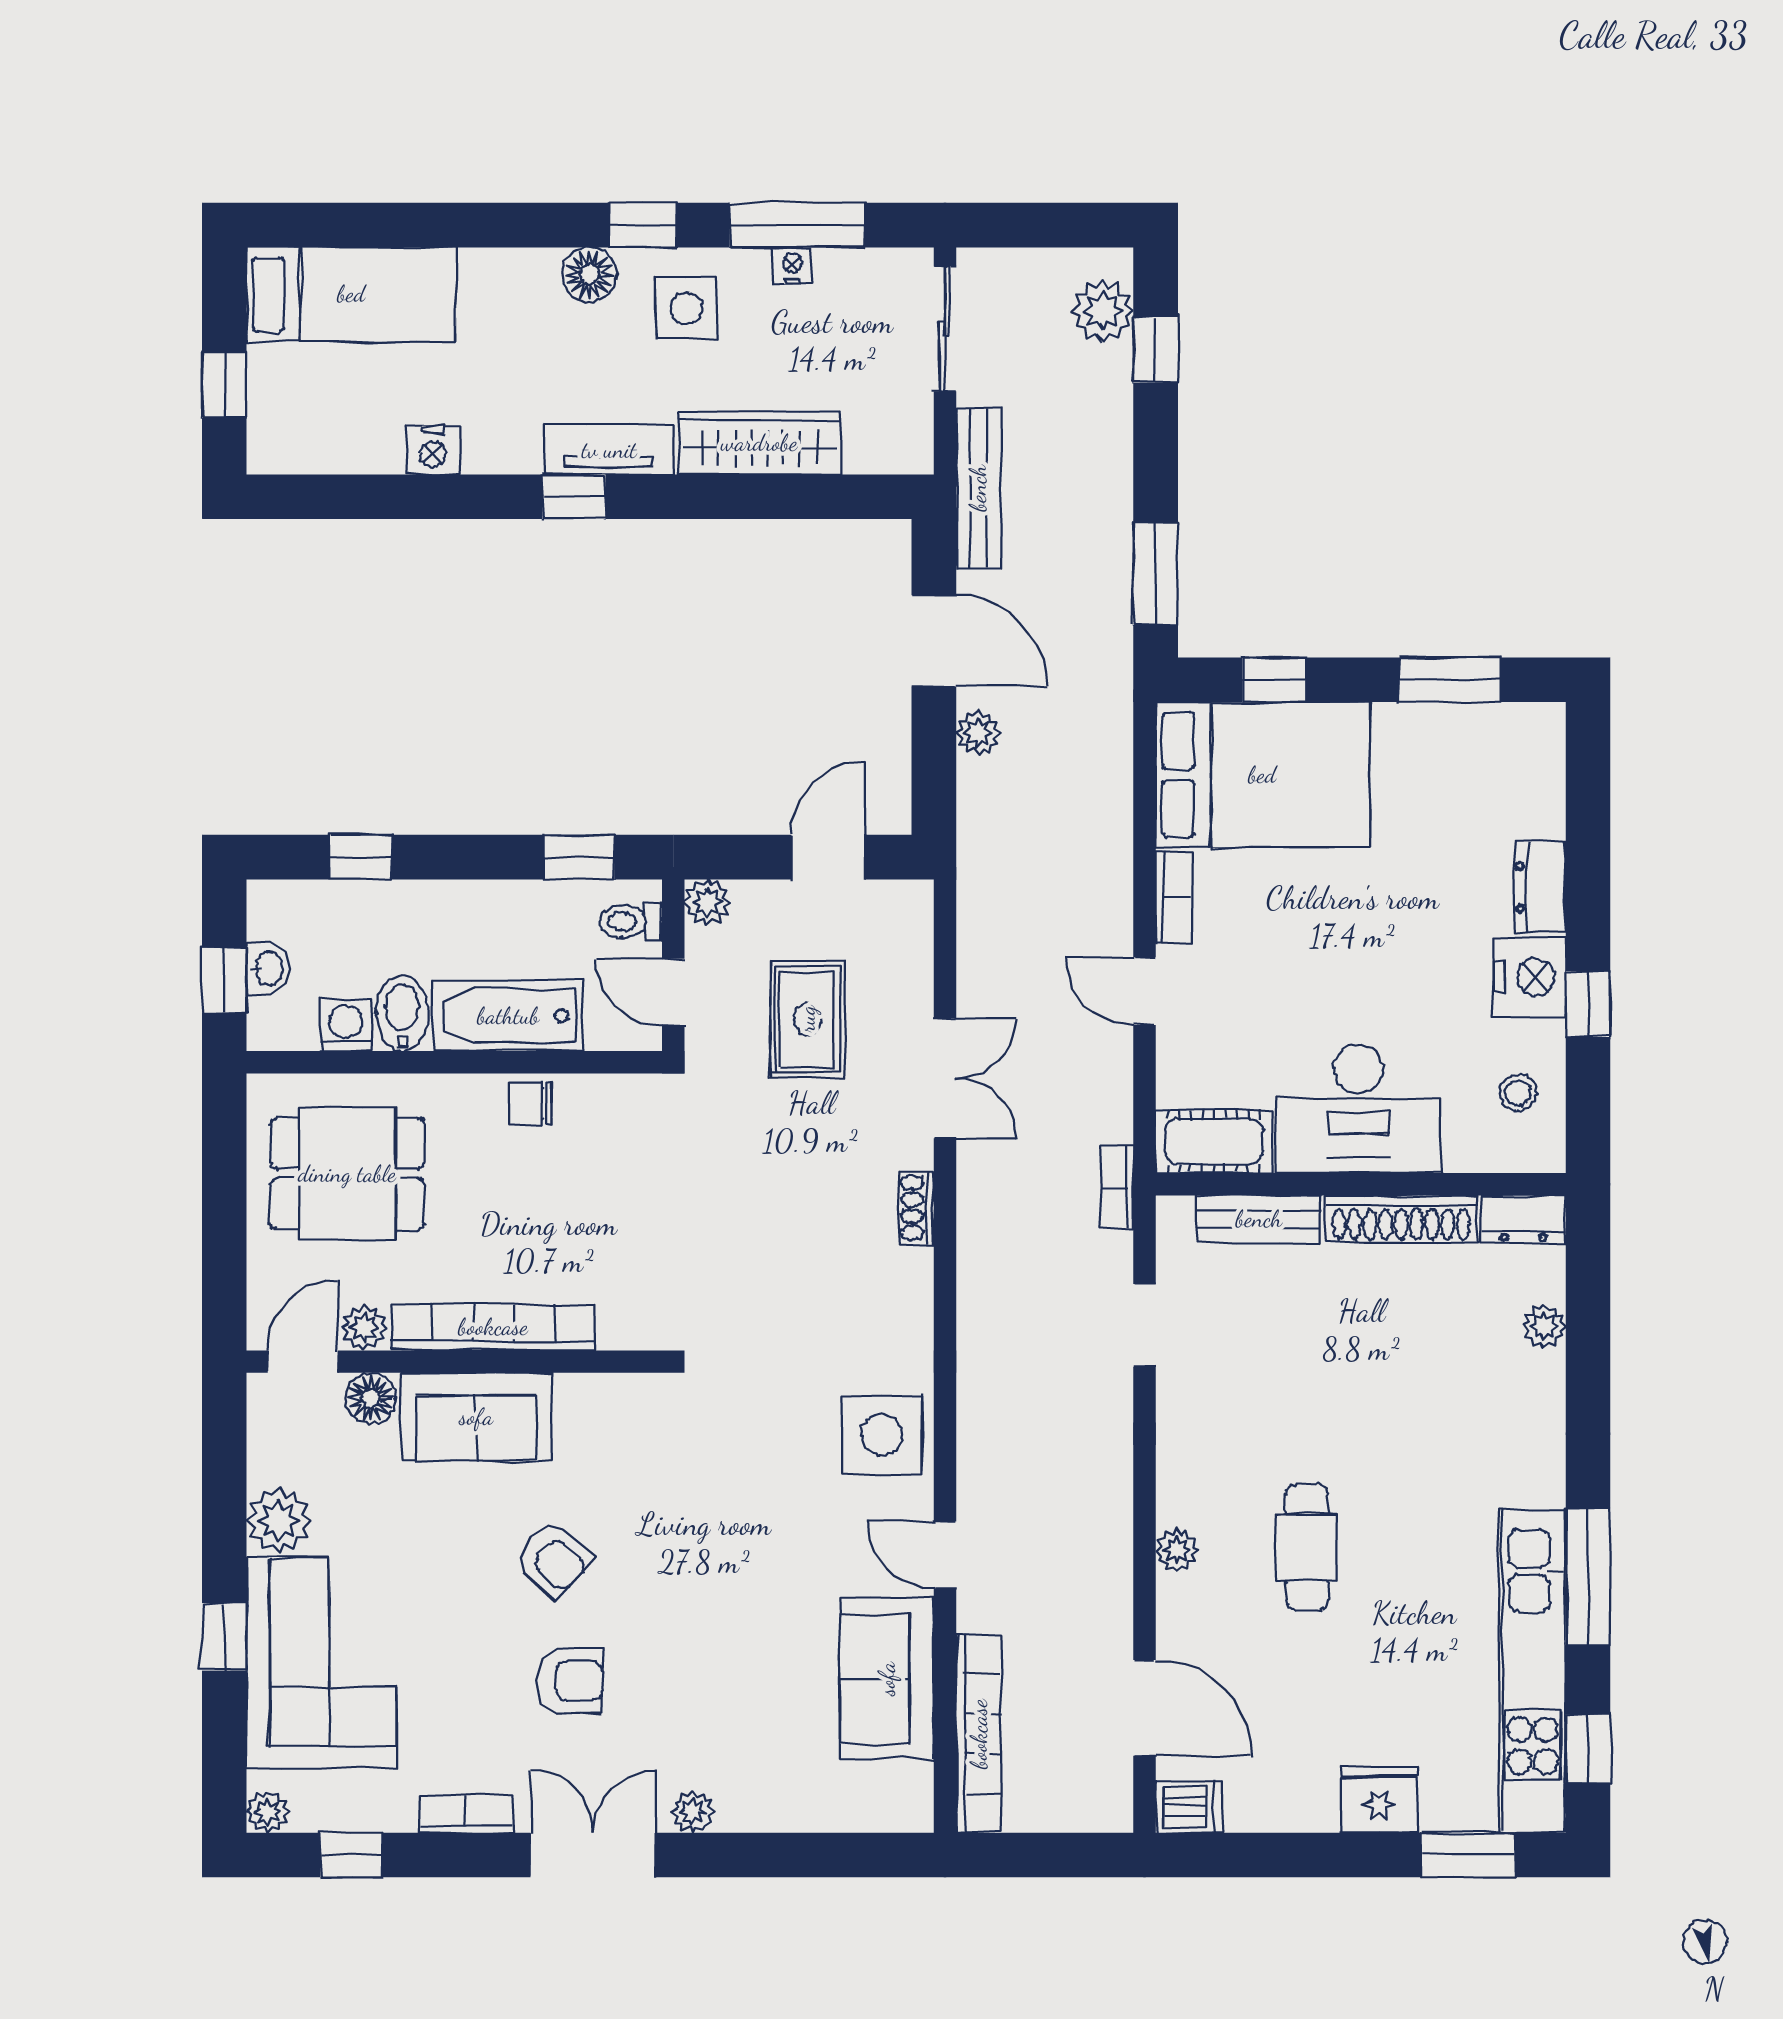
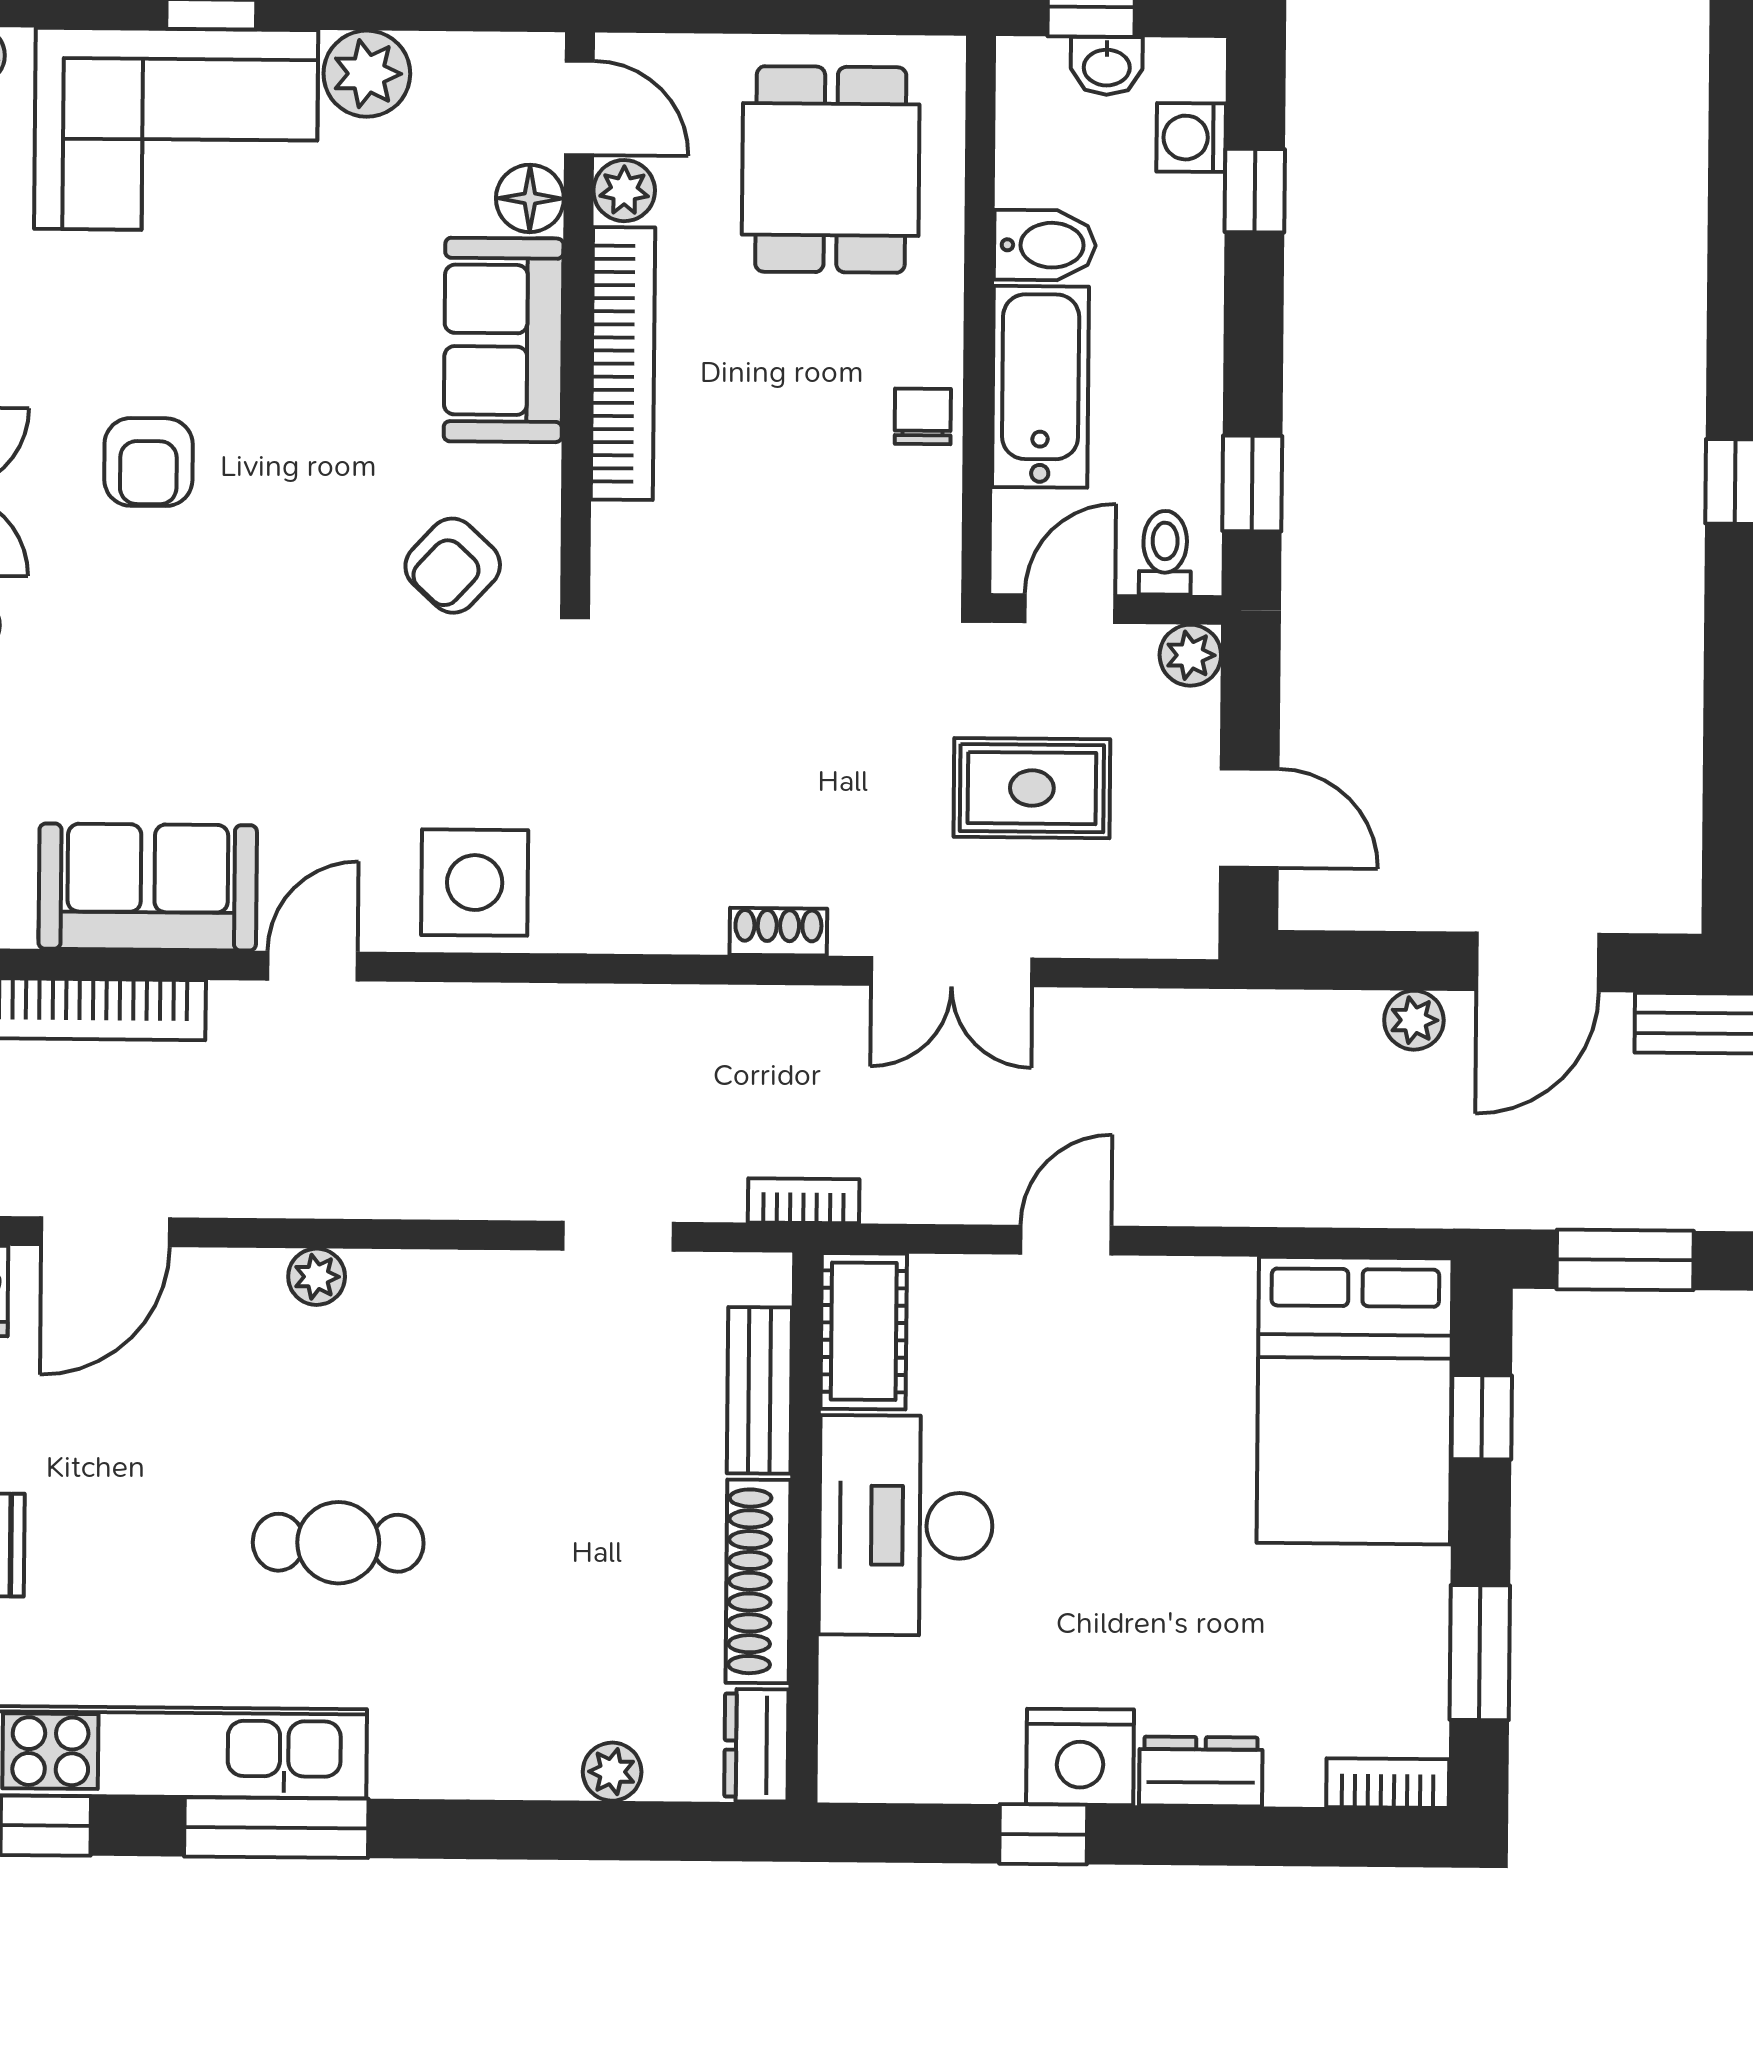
bookcase: (1174, 897) -> (1388, 1783), moved, turned 180
washing machine: (346, 1025) -> (1191, 138), moved, turned 180
stool: (1518, 1093) -> (925, 1739), removed
cafe table: (1307, 1547) -> (338, 1543), moved
armchair: (554, 1559) -> (453, 566), moved

